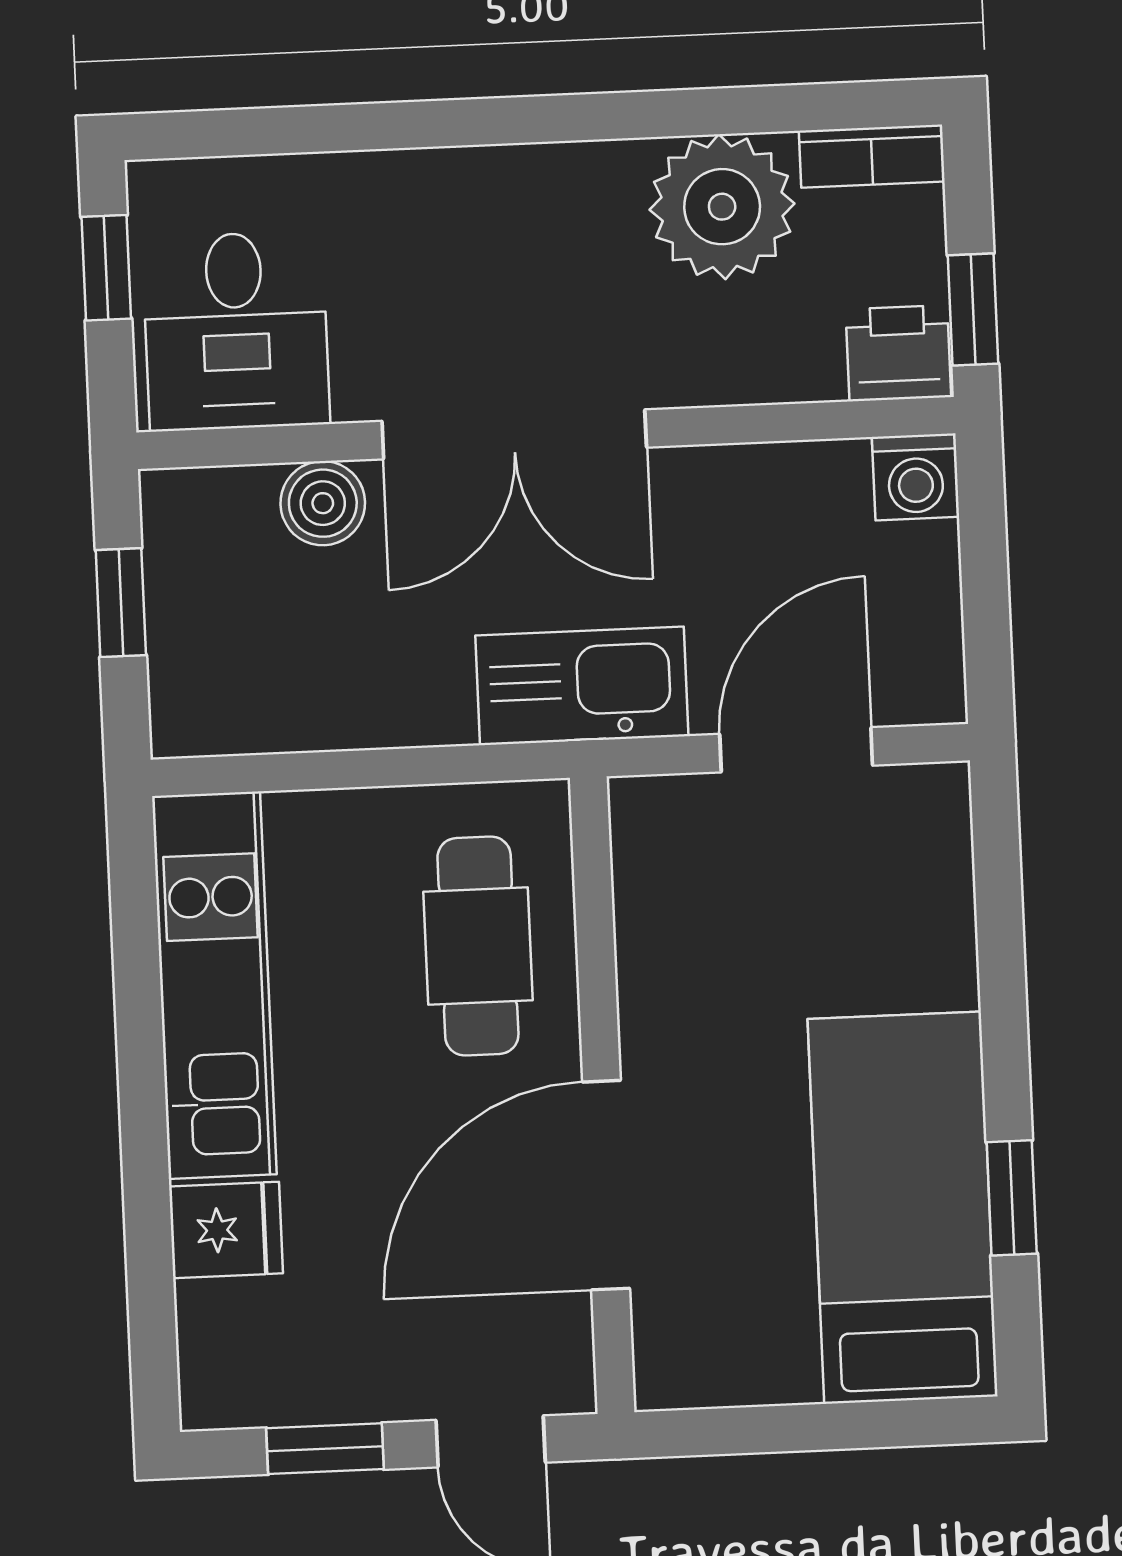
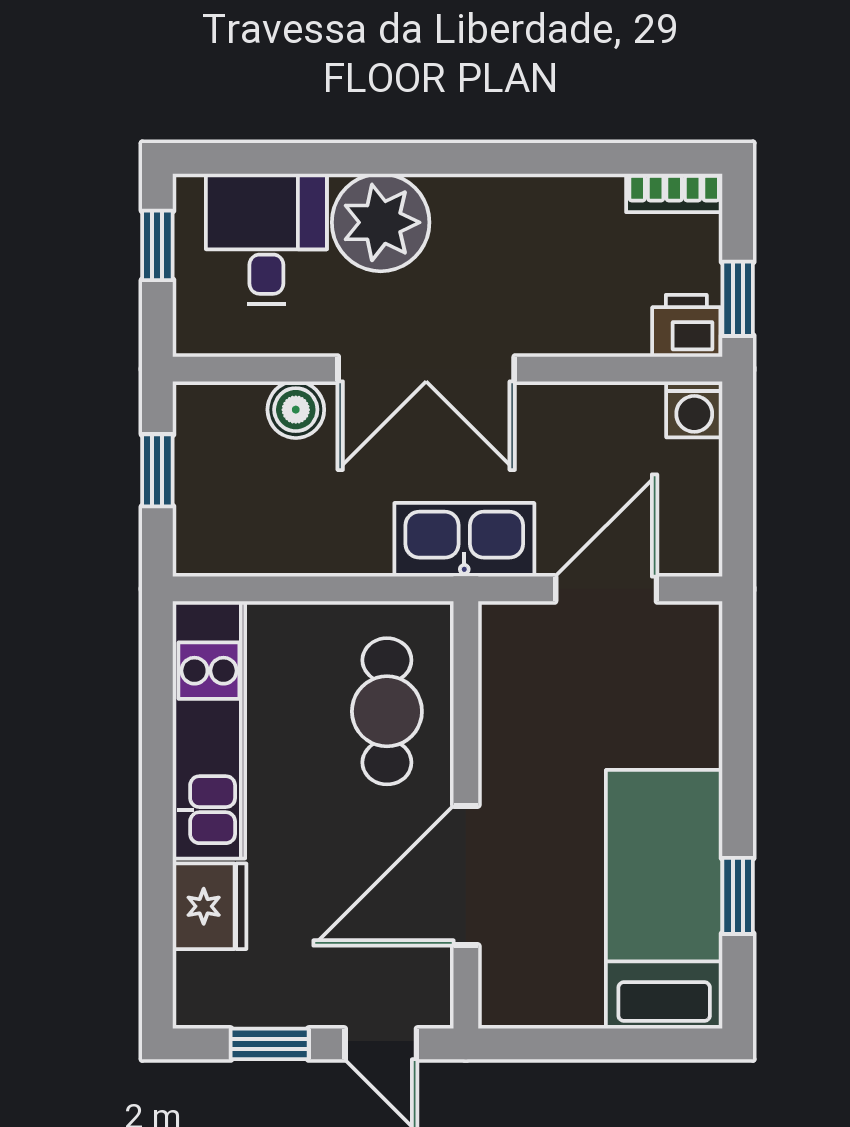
plant: (722, 207) -> (381, 222), moved
desk: (236, 331) -> (266, 239), moved, turned 180
fridge: (226, 1230) -> (210, 906), width x1.38

